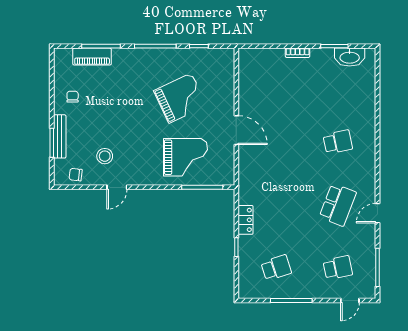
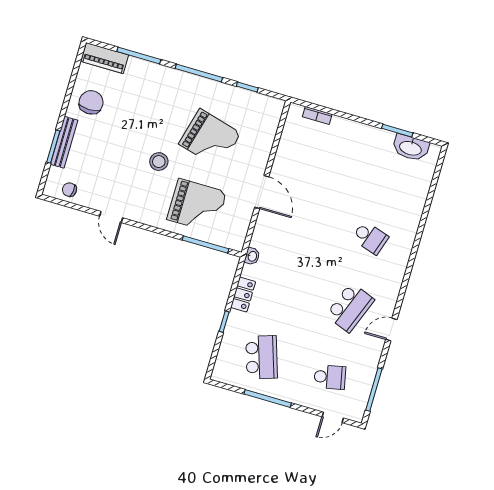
bookcase: (298, 53) -> (317, 115), moved
piano: (92, 57) -> (105, 58), moved
chair: (73, 97) -> (91, 102), width x1.87, depth x1.87
grand piano: (180, 98) -> (210, 139), turned 40
school desk: (338, 142) -> (370, 238), turned 30
stool: (105, 156) -> (159, 162), moved
washbasin: (244, 186) -> (252, 256), added
door: (117, 187) -> (111, 217), hinge flipped
school desk: (276, 268) -> (262, 357), width x1.85

